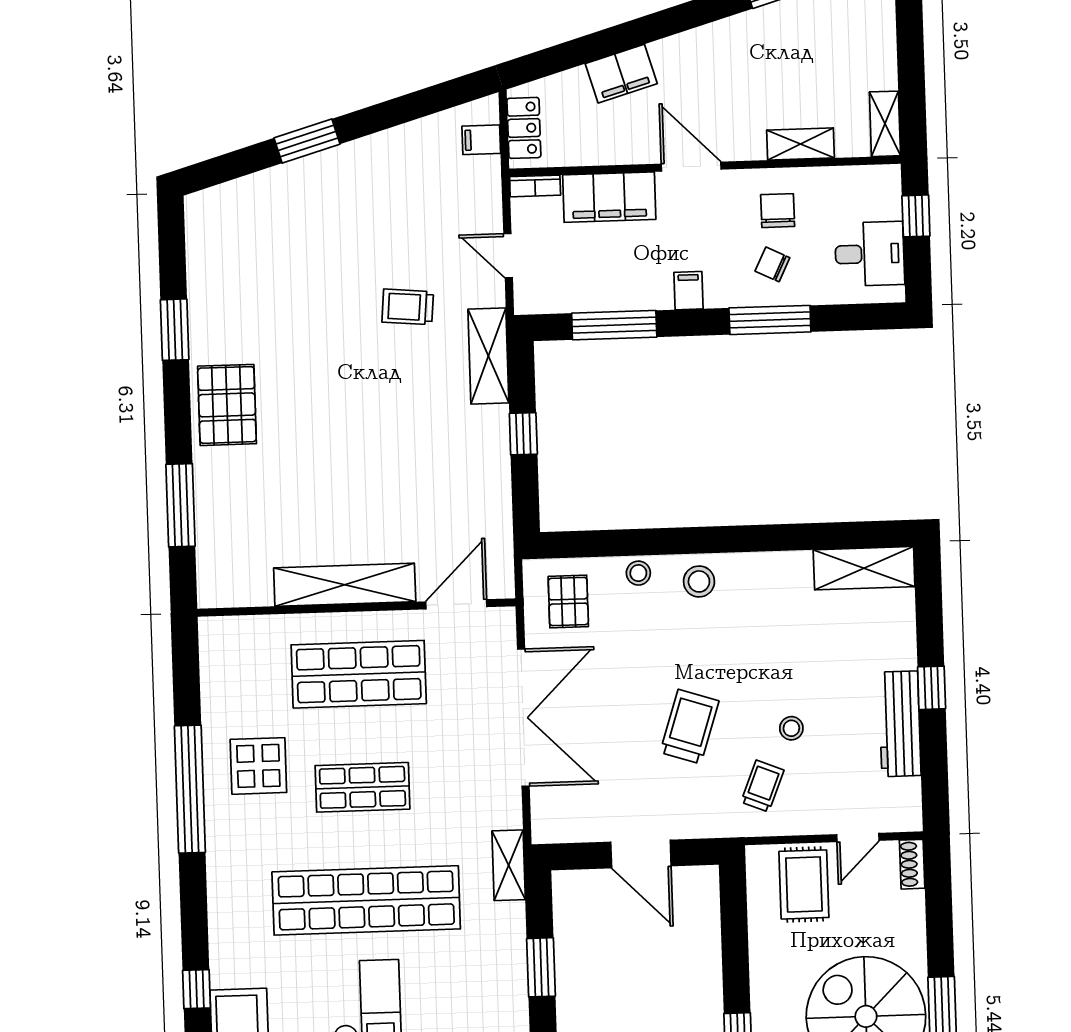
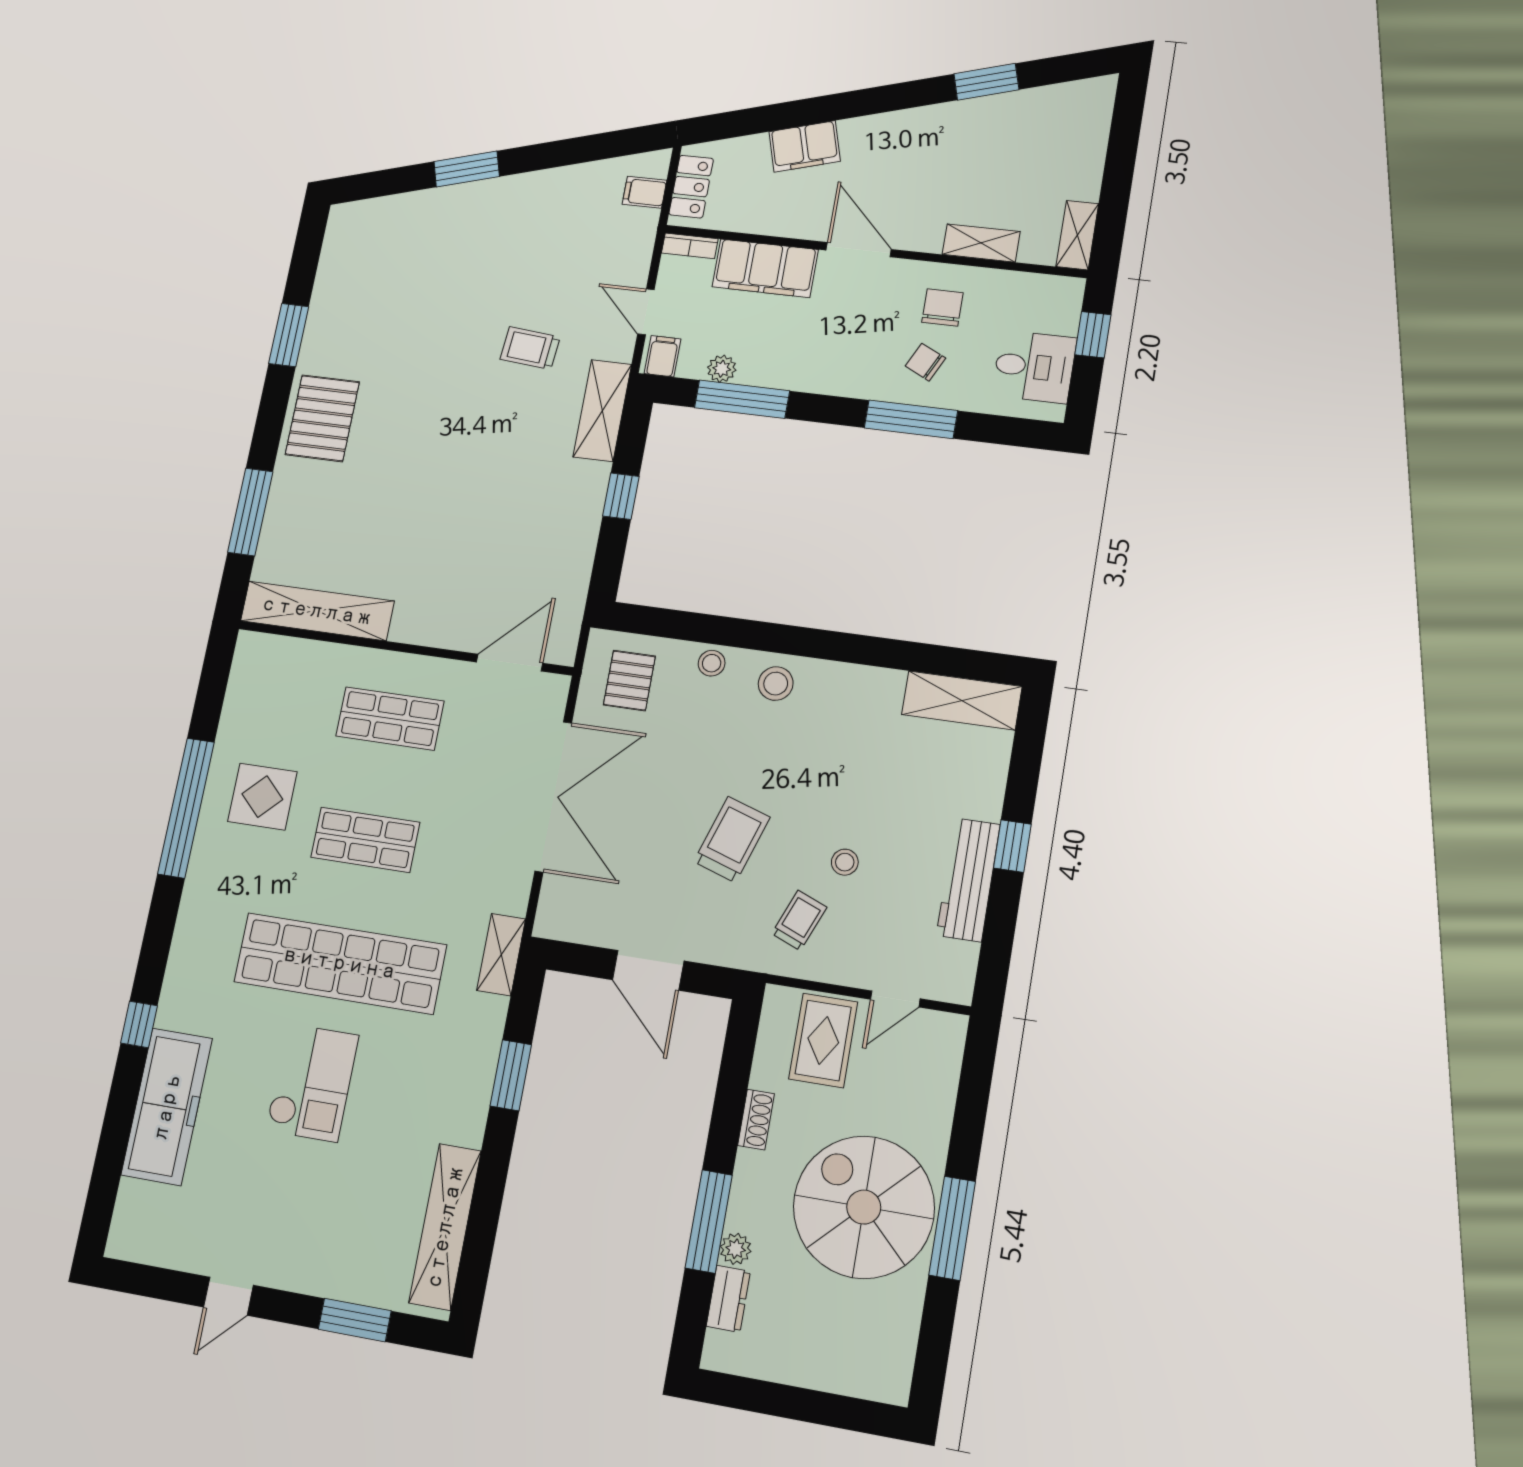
filing cabinet: (689, 291) -> (662, 356), moved
plant: (590, 299) -> (722, 369), added
shelving: (345, 585) -> (317, 611), moved
shop shelf: (359, 674) -> (390, 718), width x0.70, depth x0.74
shoe rack: (912, 864) -> (756, 1120), moved, turned 180

